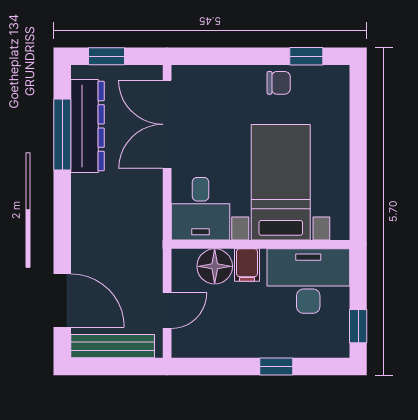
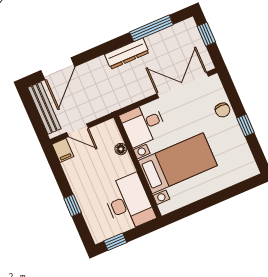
window: (306, 56) -> (246, 125), moved
chair: (279, 83) -> (223, 110), moved
dresser: (88, 126) -> (127, 54), moved, width x0.73, depth x0.80
filing cabinet: (247, 265) -> (63, 150), moved, turned -90
floor lamp: (215, 266) -> (121, 149), width x0.53, depth x0.53

